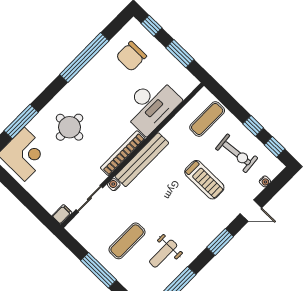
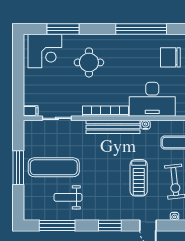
water cooler: (114, 185) -> (146, 125), moved
exercise mat: (127, 241) -> (54, 167), width x1.36, depth x1.45

